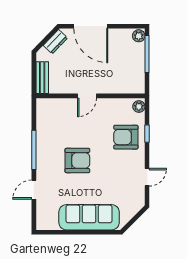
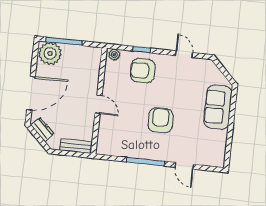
plant: (139, 36) -> (50, 53), width x1.88, depth x1.88
armchair: (126, 137) -> (143, 71), turned 90
sofa: (89, 217) -> (218, 107), width x0.73

